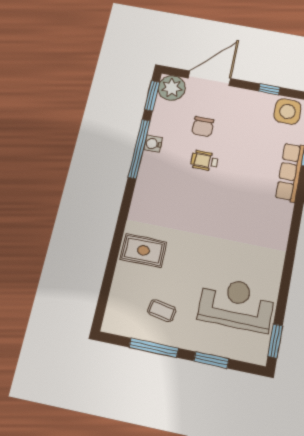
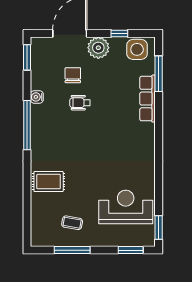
plant: (172, 88) -> (98, 48), moved
chair: (203, 127) -> (73, 75), turned 180
window: (139, 149) -> (27, 125), moved
window: (211, 360) -> (131, 250), moved

